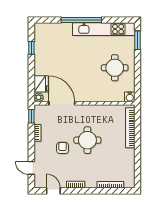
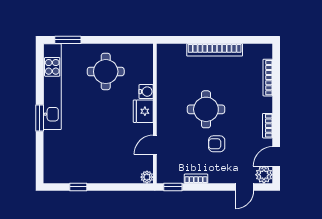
window: (81, 20) -> (40, 118), width x0.47
fridge: (41, 84) -> (143, 111), moved, turned -90
water cooler: (130, 97) -> (146, 92), moved
door: (62, 103) -> (155, 145), width x0.53
bookcase: (130, 128) -> (215, 50), moved
plant: (40, 182) -> (264, 175), added

